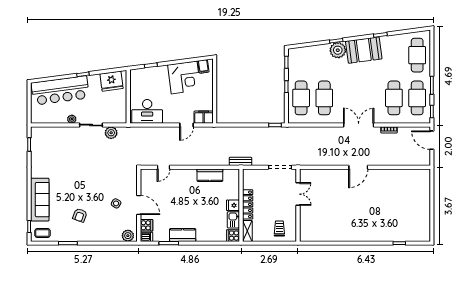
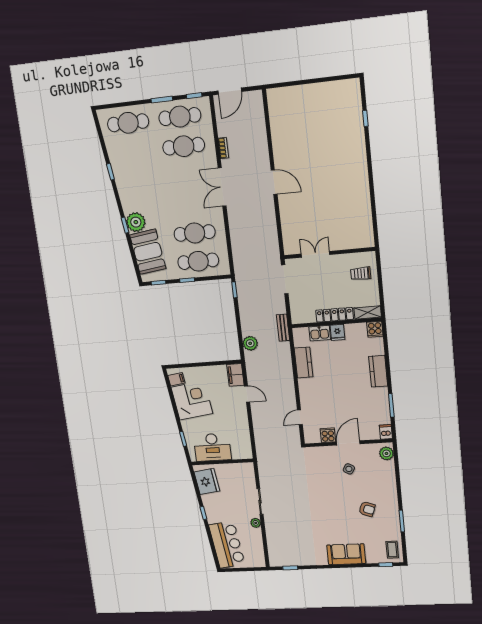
booth: (364, 50) -> (148, 252), moved
bar counter: (60, 90) -> (227, 545), width x0.73
desk: (147, 111) -> (212, 447), moved, turned 90
plant: (111, 133) -> (250, 343), moved
door: (164, 167) -> (300, 417), swing flipped
sofa: (40, 200) -> (346, 554), width x0.73
kitchen sink: (233, 220) -> (320, 333), moved
cooker: (147, 225) -> (328, 435), moved
kitchen counter: (183, 235) -> (378, 371), moved

